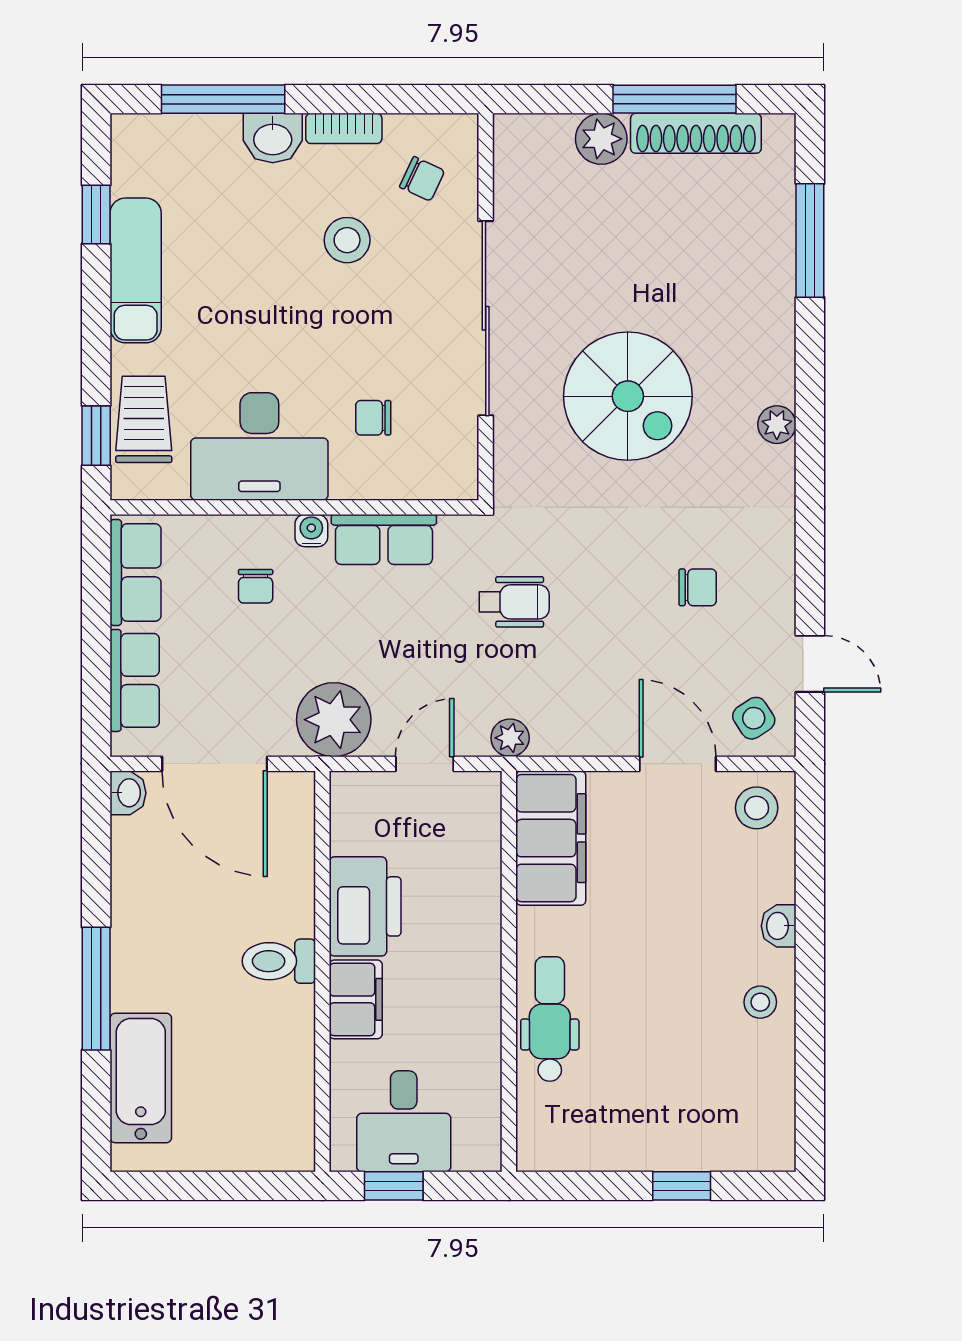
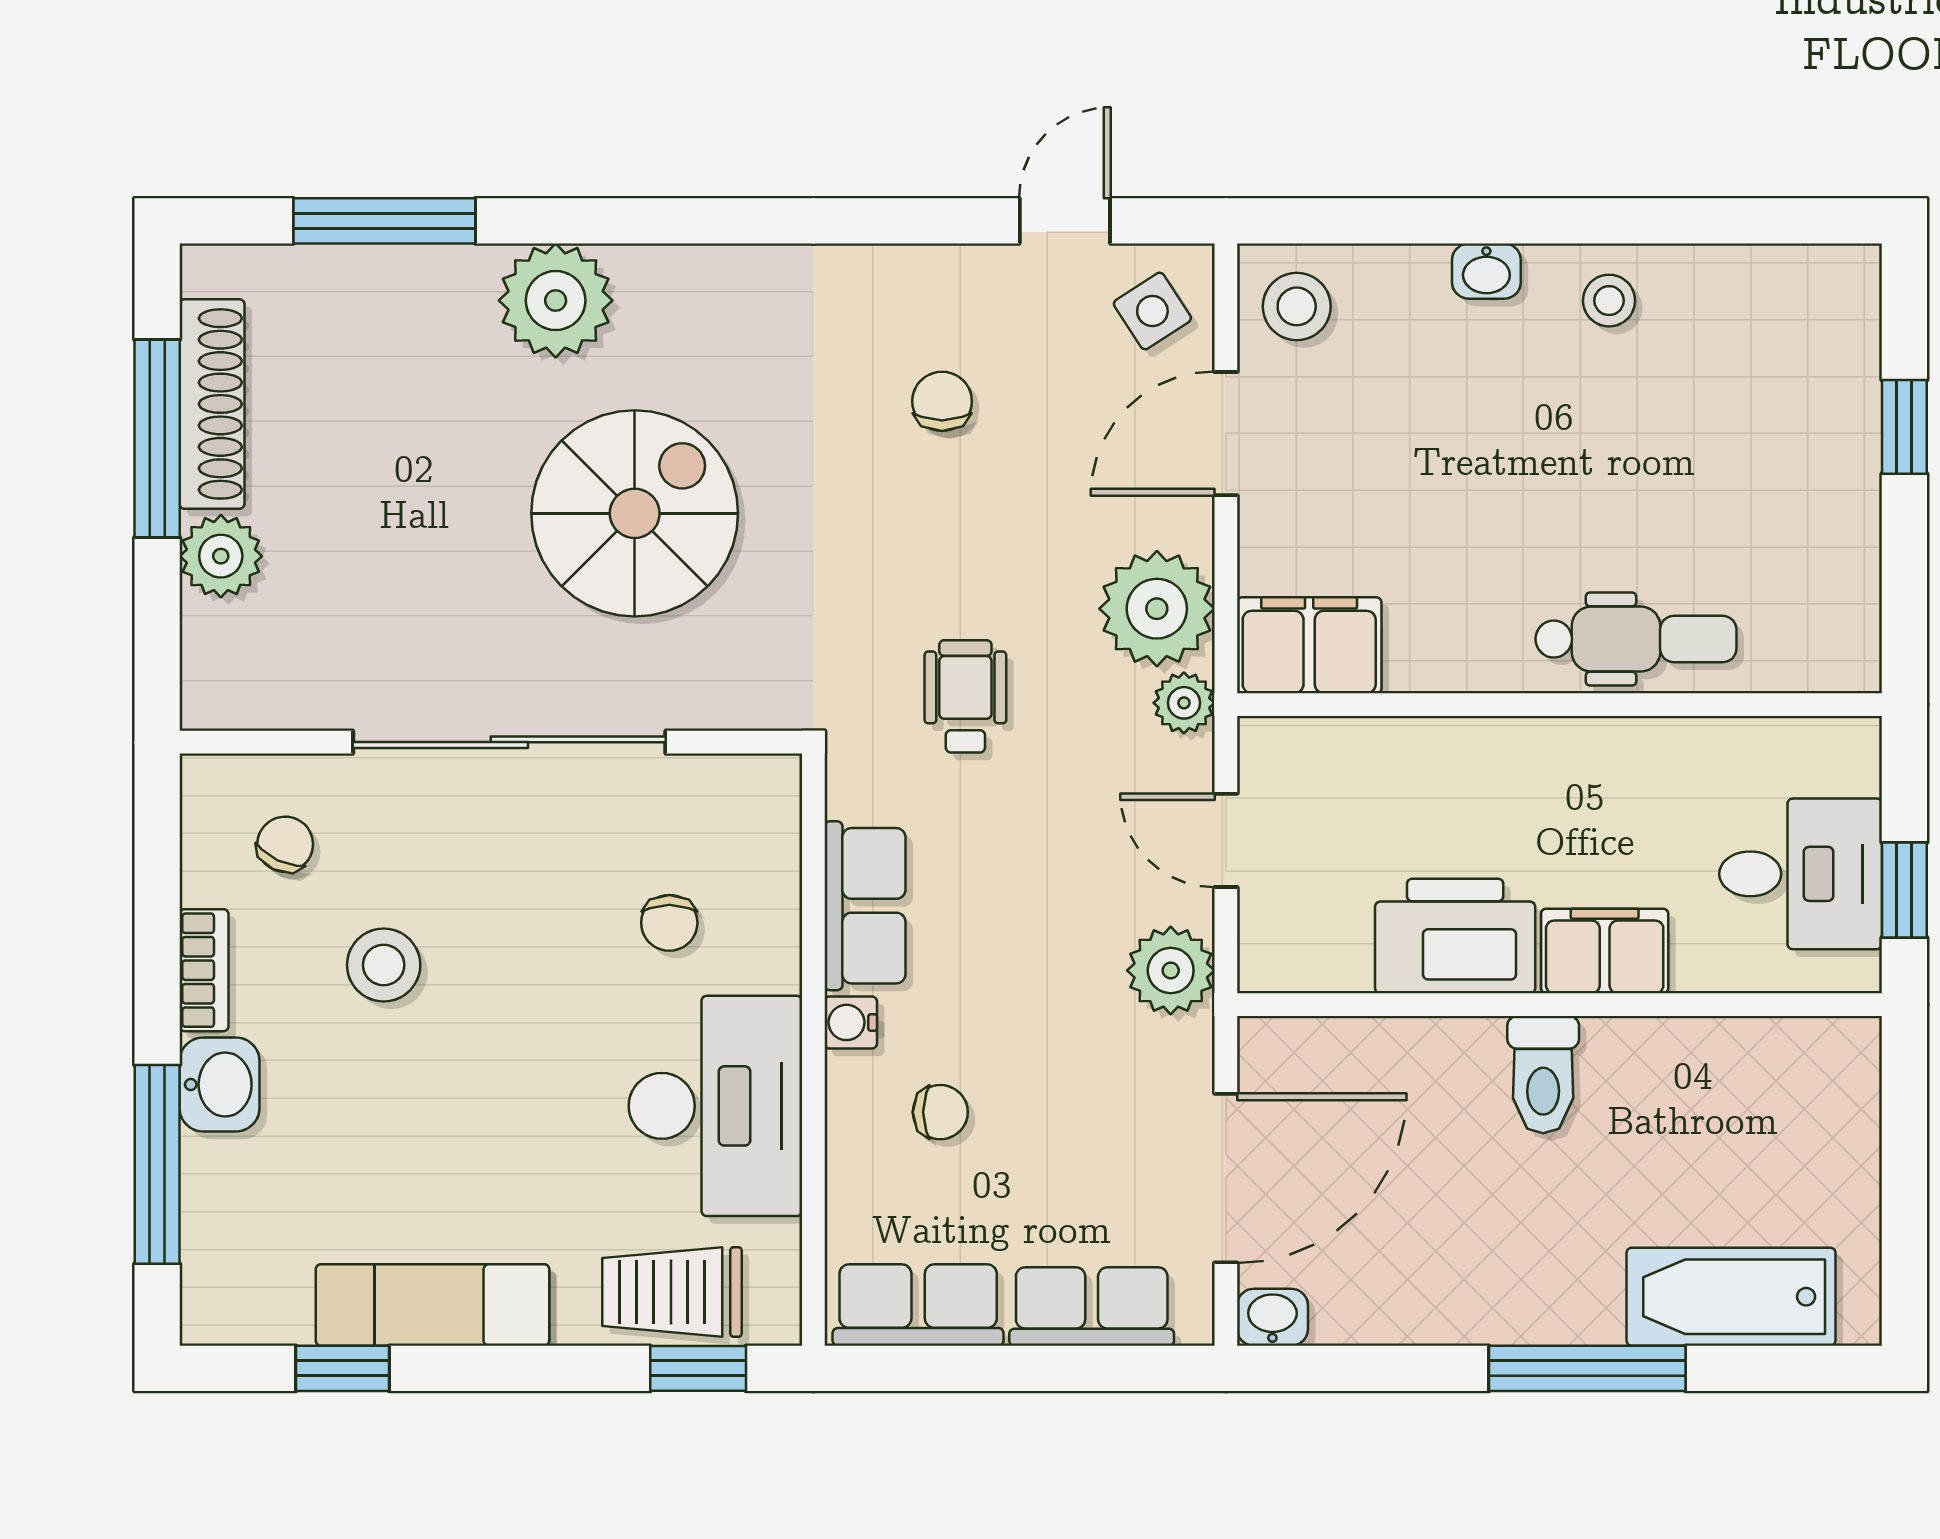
plant: (777, 425) -> (556, 300), moved, width x1.88, depth x1.88
plant: (334, 720) -> (1171, 970), width x0.73, depth x0.73
plant: (569, 721) -> (1157, 609), added
filing cabinet: (551, 838) -> (1309, 645), width x0.67, depth x0.86
dental chair: (550, 1019) -> (1636, 639), turned 180

